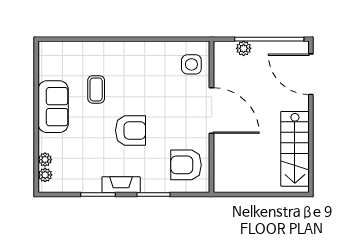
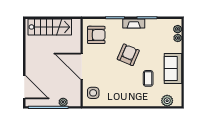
plant: (63, 51) -> (167, 101), added
armchair: (131, 130) -> (128, 55), turned 113
stairs: (295, 149) -> (50, 27), moved, turned 90

